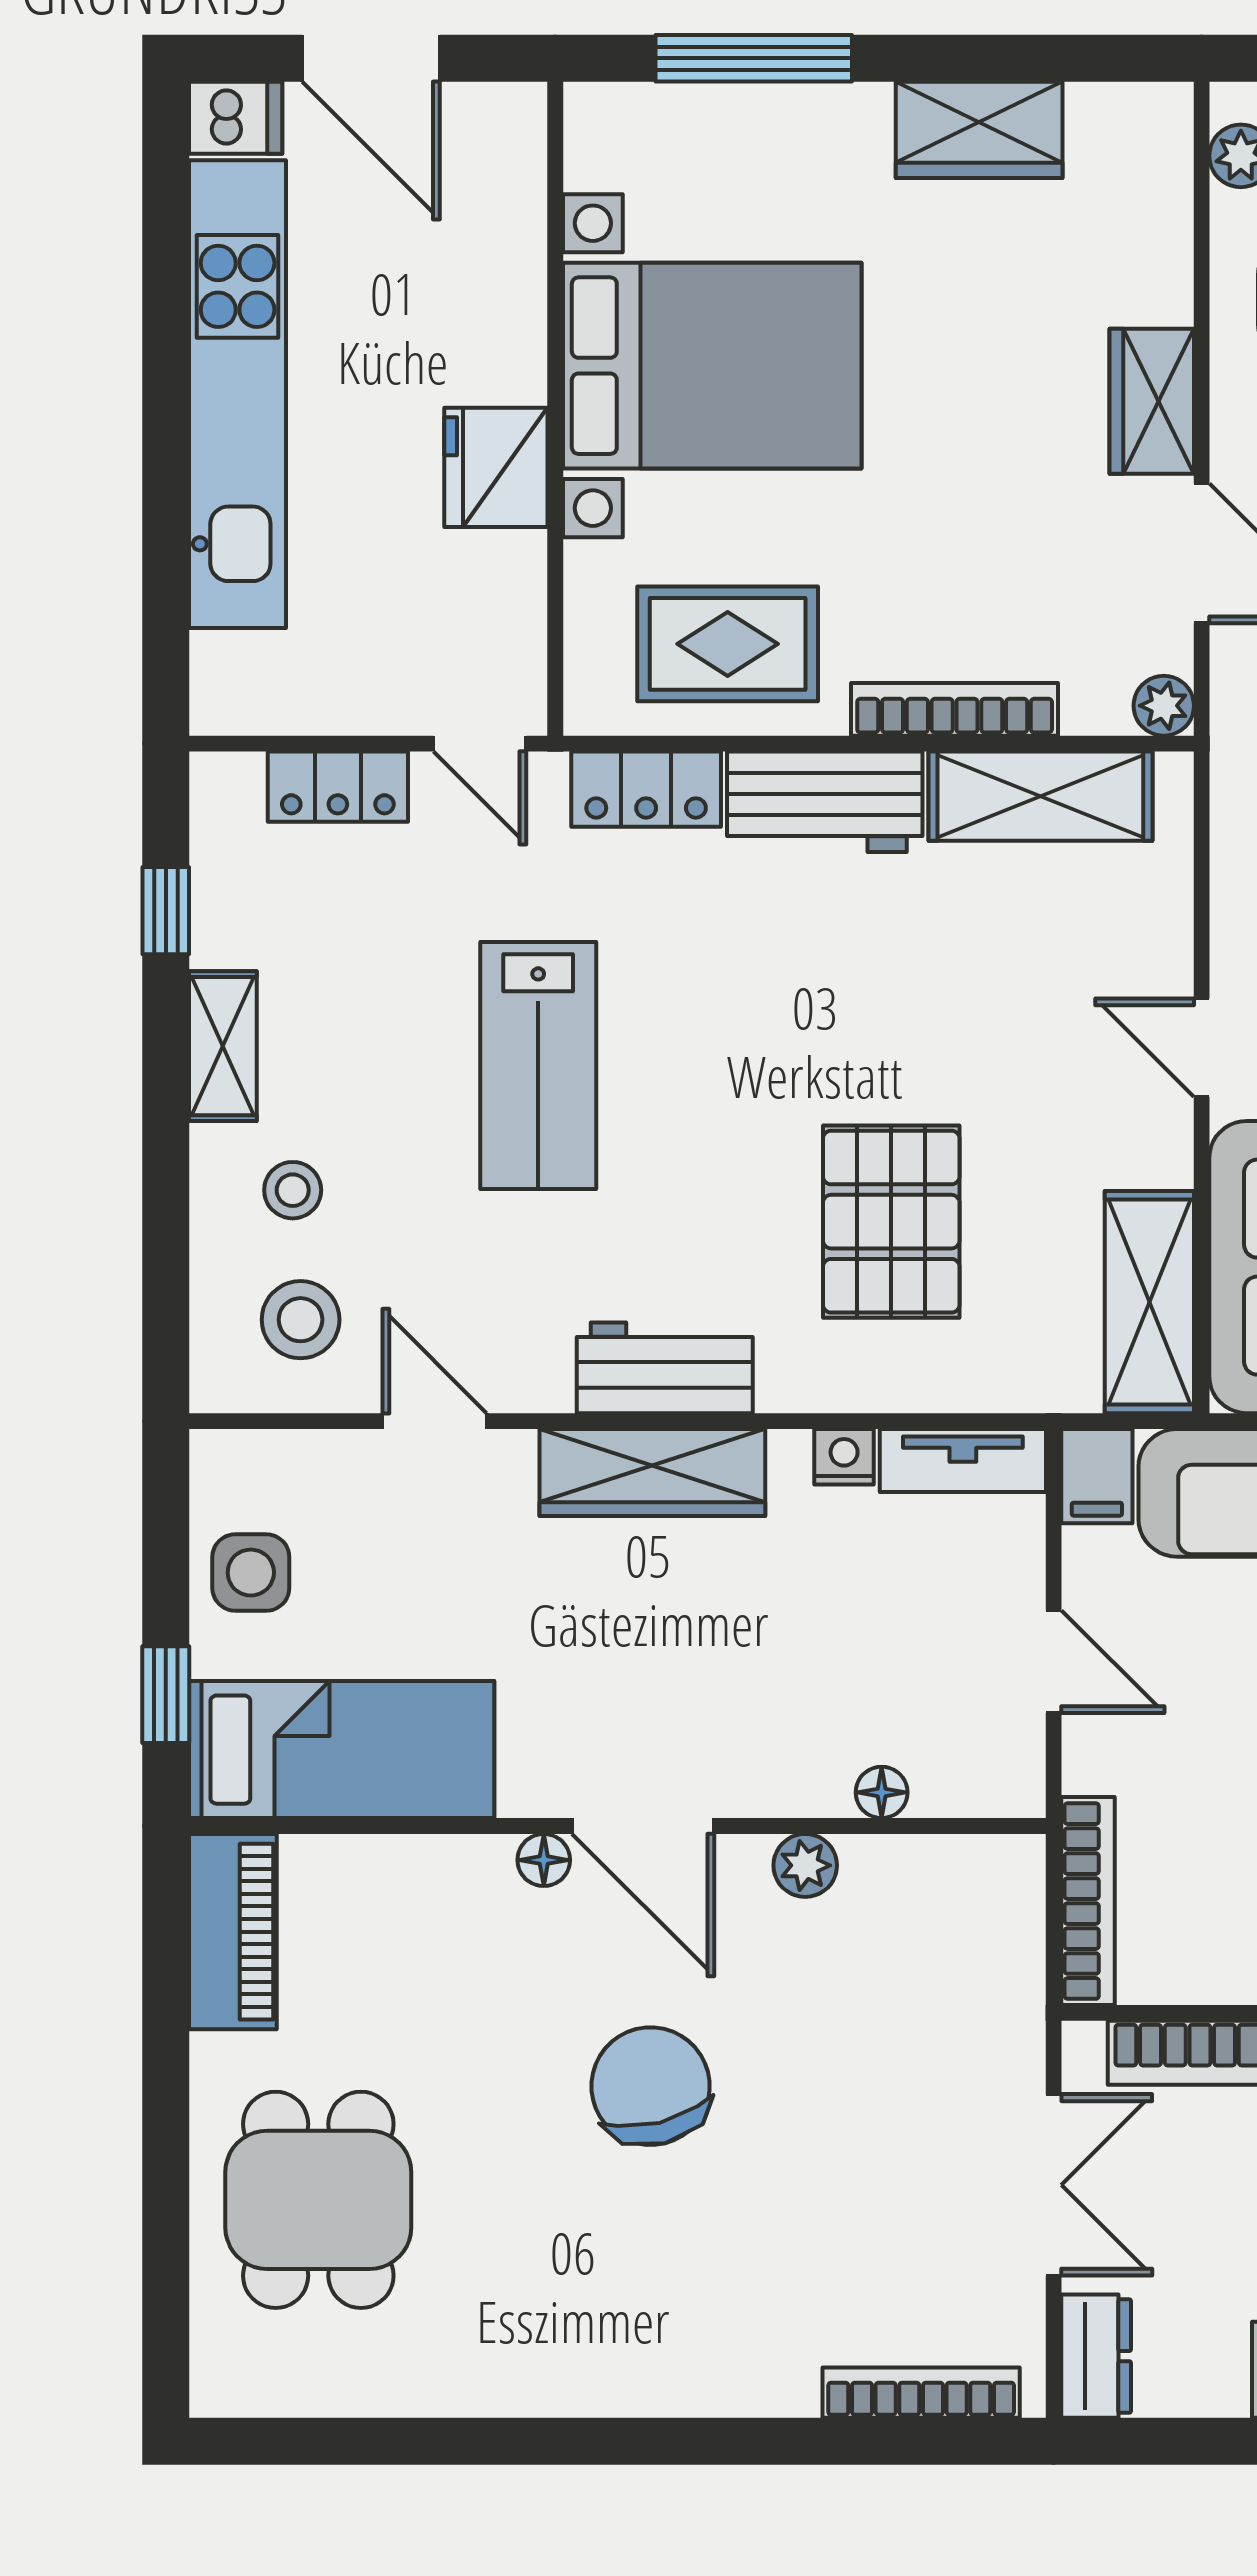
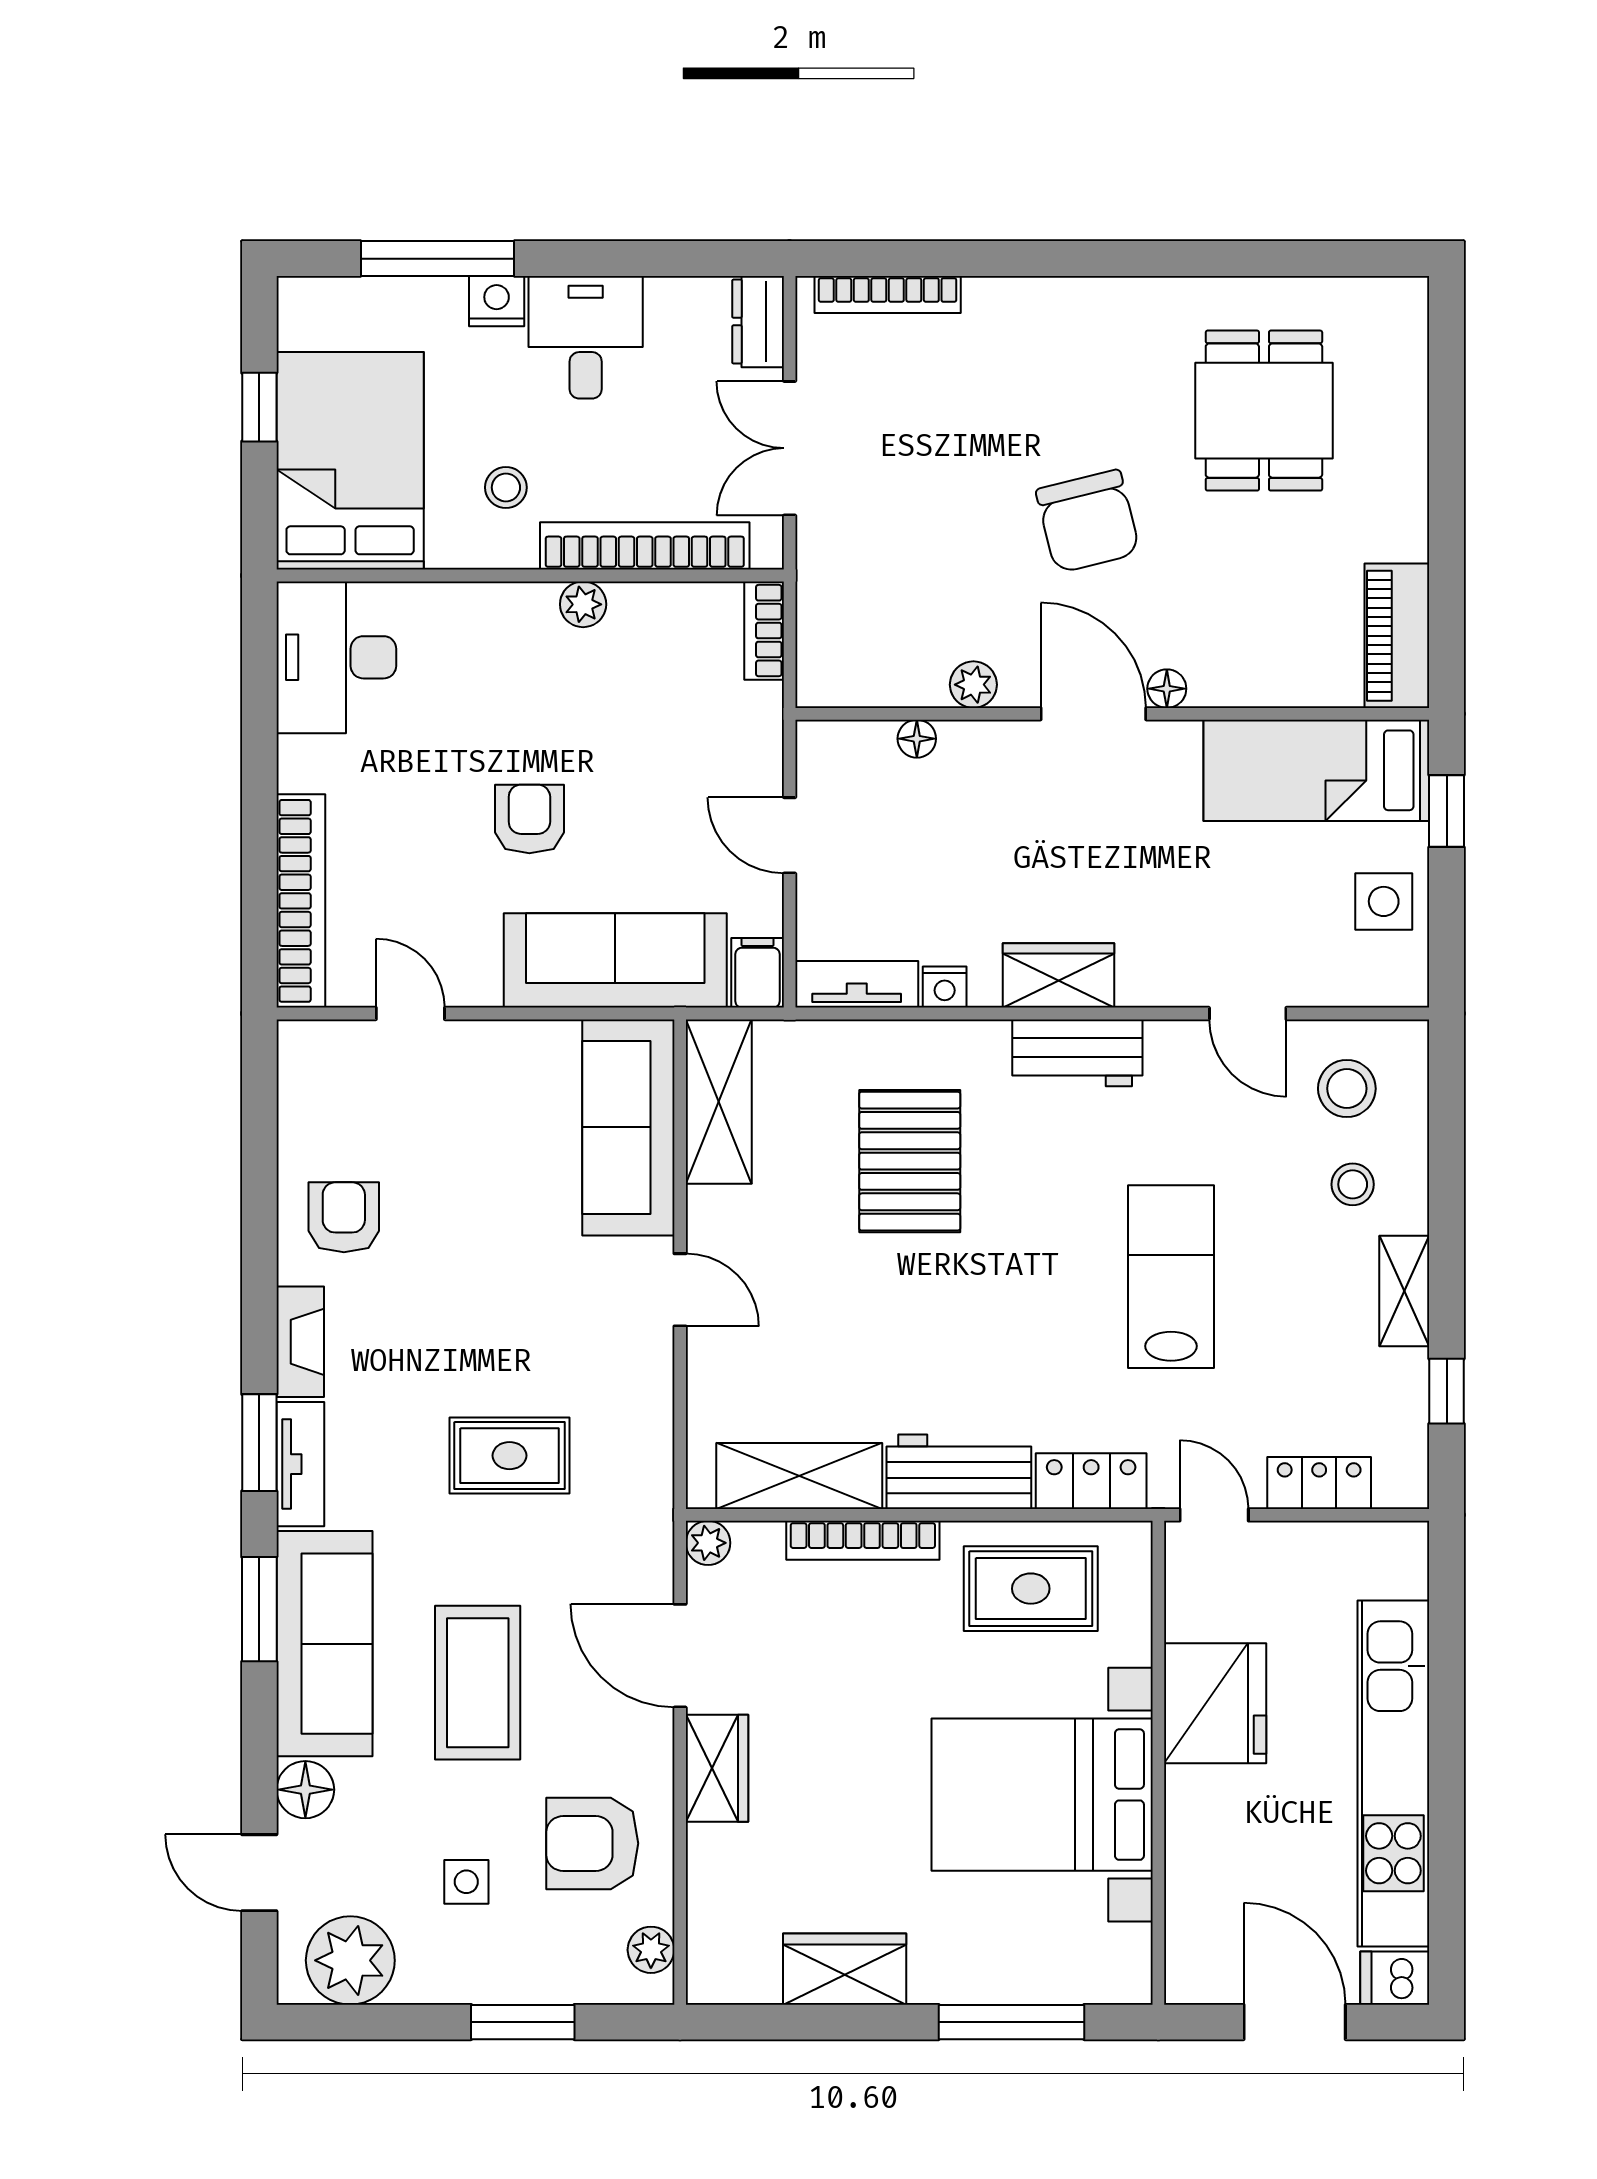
fridge: (496, 467) -> (1215, 1703), width x1.36, depth x1.34
wardrobe: (652, 1472) -> (1059, 975), width x0.67
bookcase: (1088, 1901) -> (764, 631), width x0.64
dining table: (318, 2200) -> (1264, 411), moved

